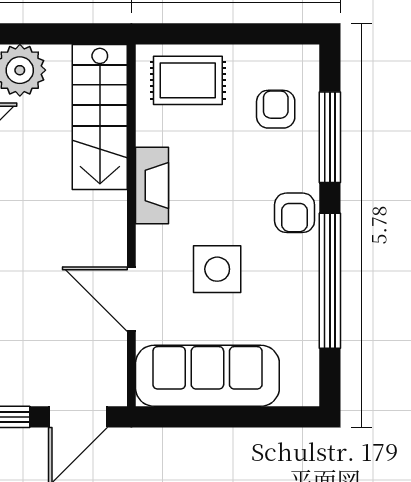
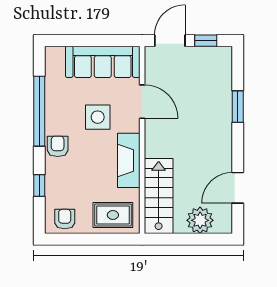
armchair: (276, 109) -> (65, 219), moved, turned 180
window: (330, 137) -> (39, 185), width x0.46
fireplace: (152, 186) -> (129, 160), width x1.37, depth x1.32

